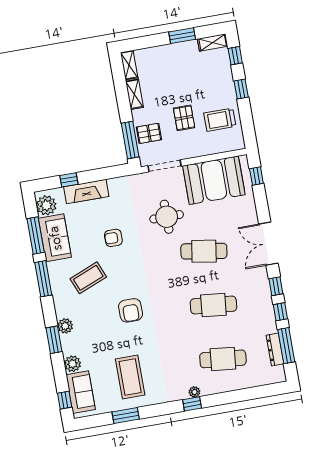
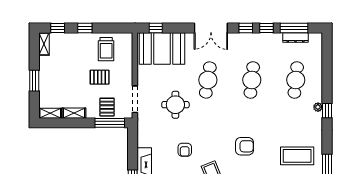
window: (182, 36) -> (34, 81), moved
booth: (214, 180) -> (162, 48), moved, turned 90

